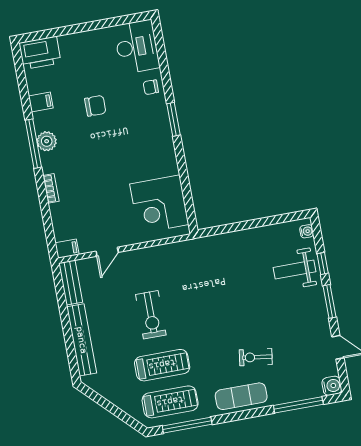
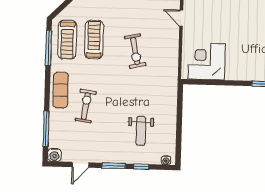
weight bench: (295, 270) -> (141, 131), moved, turned 180
exercise bike: (151, 315) -> (135, 51), moved, turned -102
exercise bike: (256, 357) -> (86, 106), width x1.38, depth x1.39
treadmill: (162, 365) -> (94, 40), turned 180

